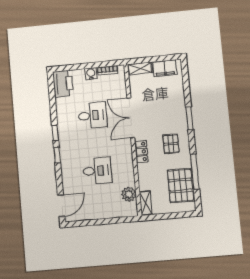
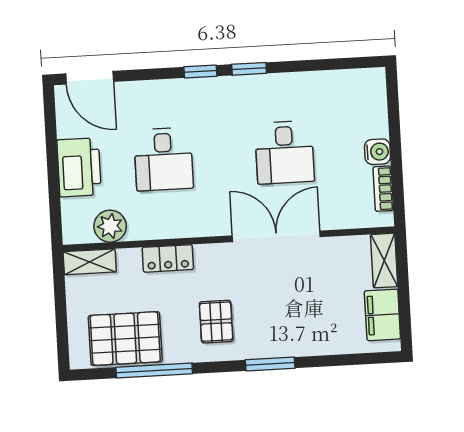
printer: (63, 84) -> (79, 167), moved, turned -90
pallet: (171, 144) -> (216, 322), turned 90
locker: (141, 152) -> (168, 258), moved

